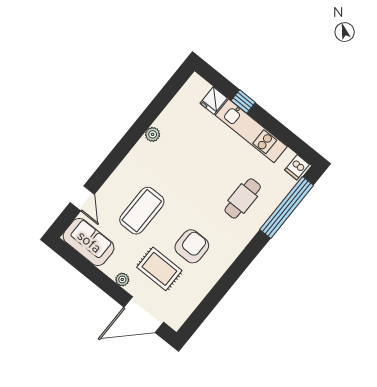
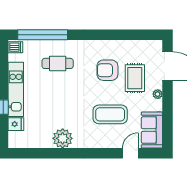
plant: (153, 134) -> (63, 138), width x1.88, depth x1.88

